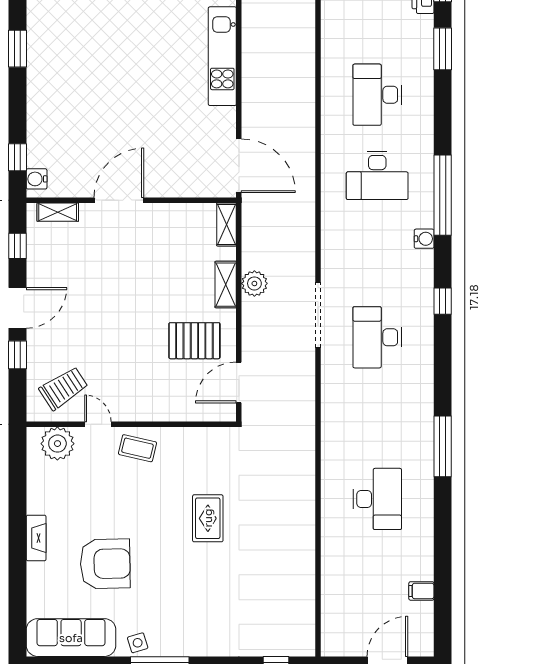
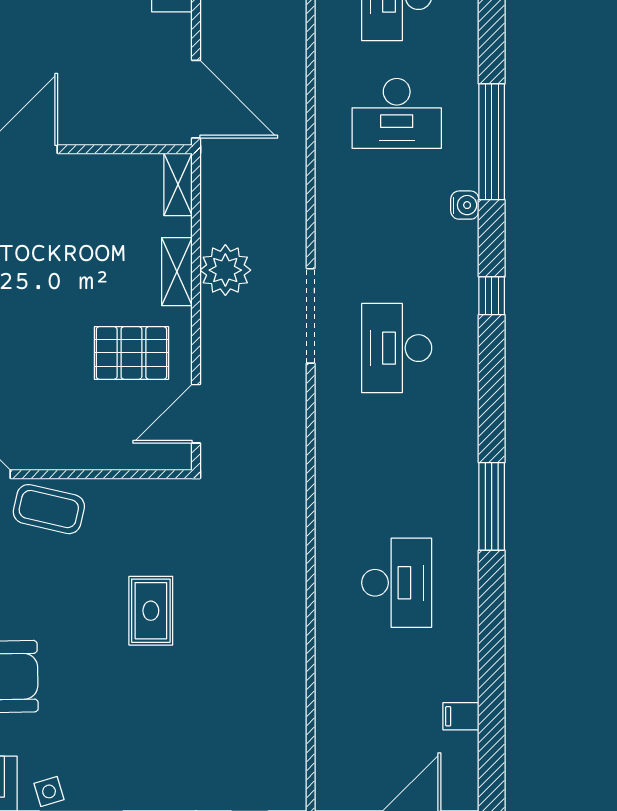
plant: (254, 283) -> (225, 270), width x1.36, depth x1.36
coffee table: (137, 448) -> (49, 509), width x1.36, depth x1.30

